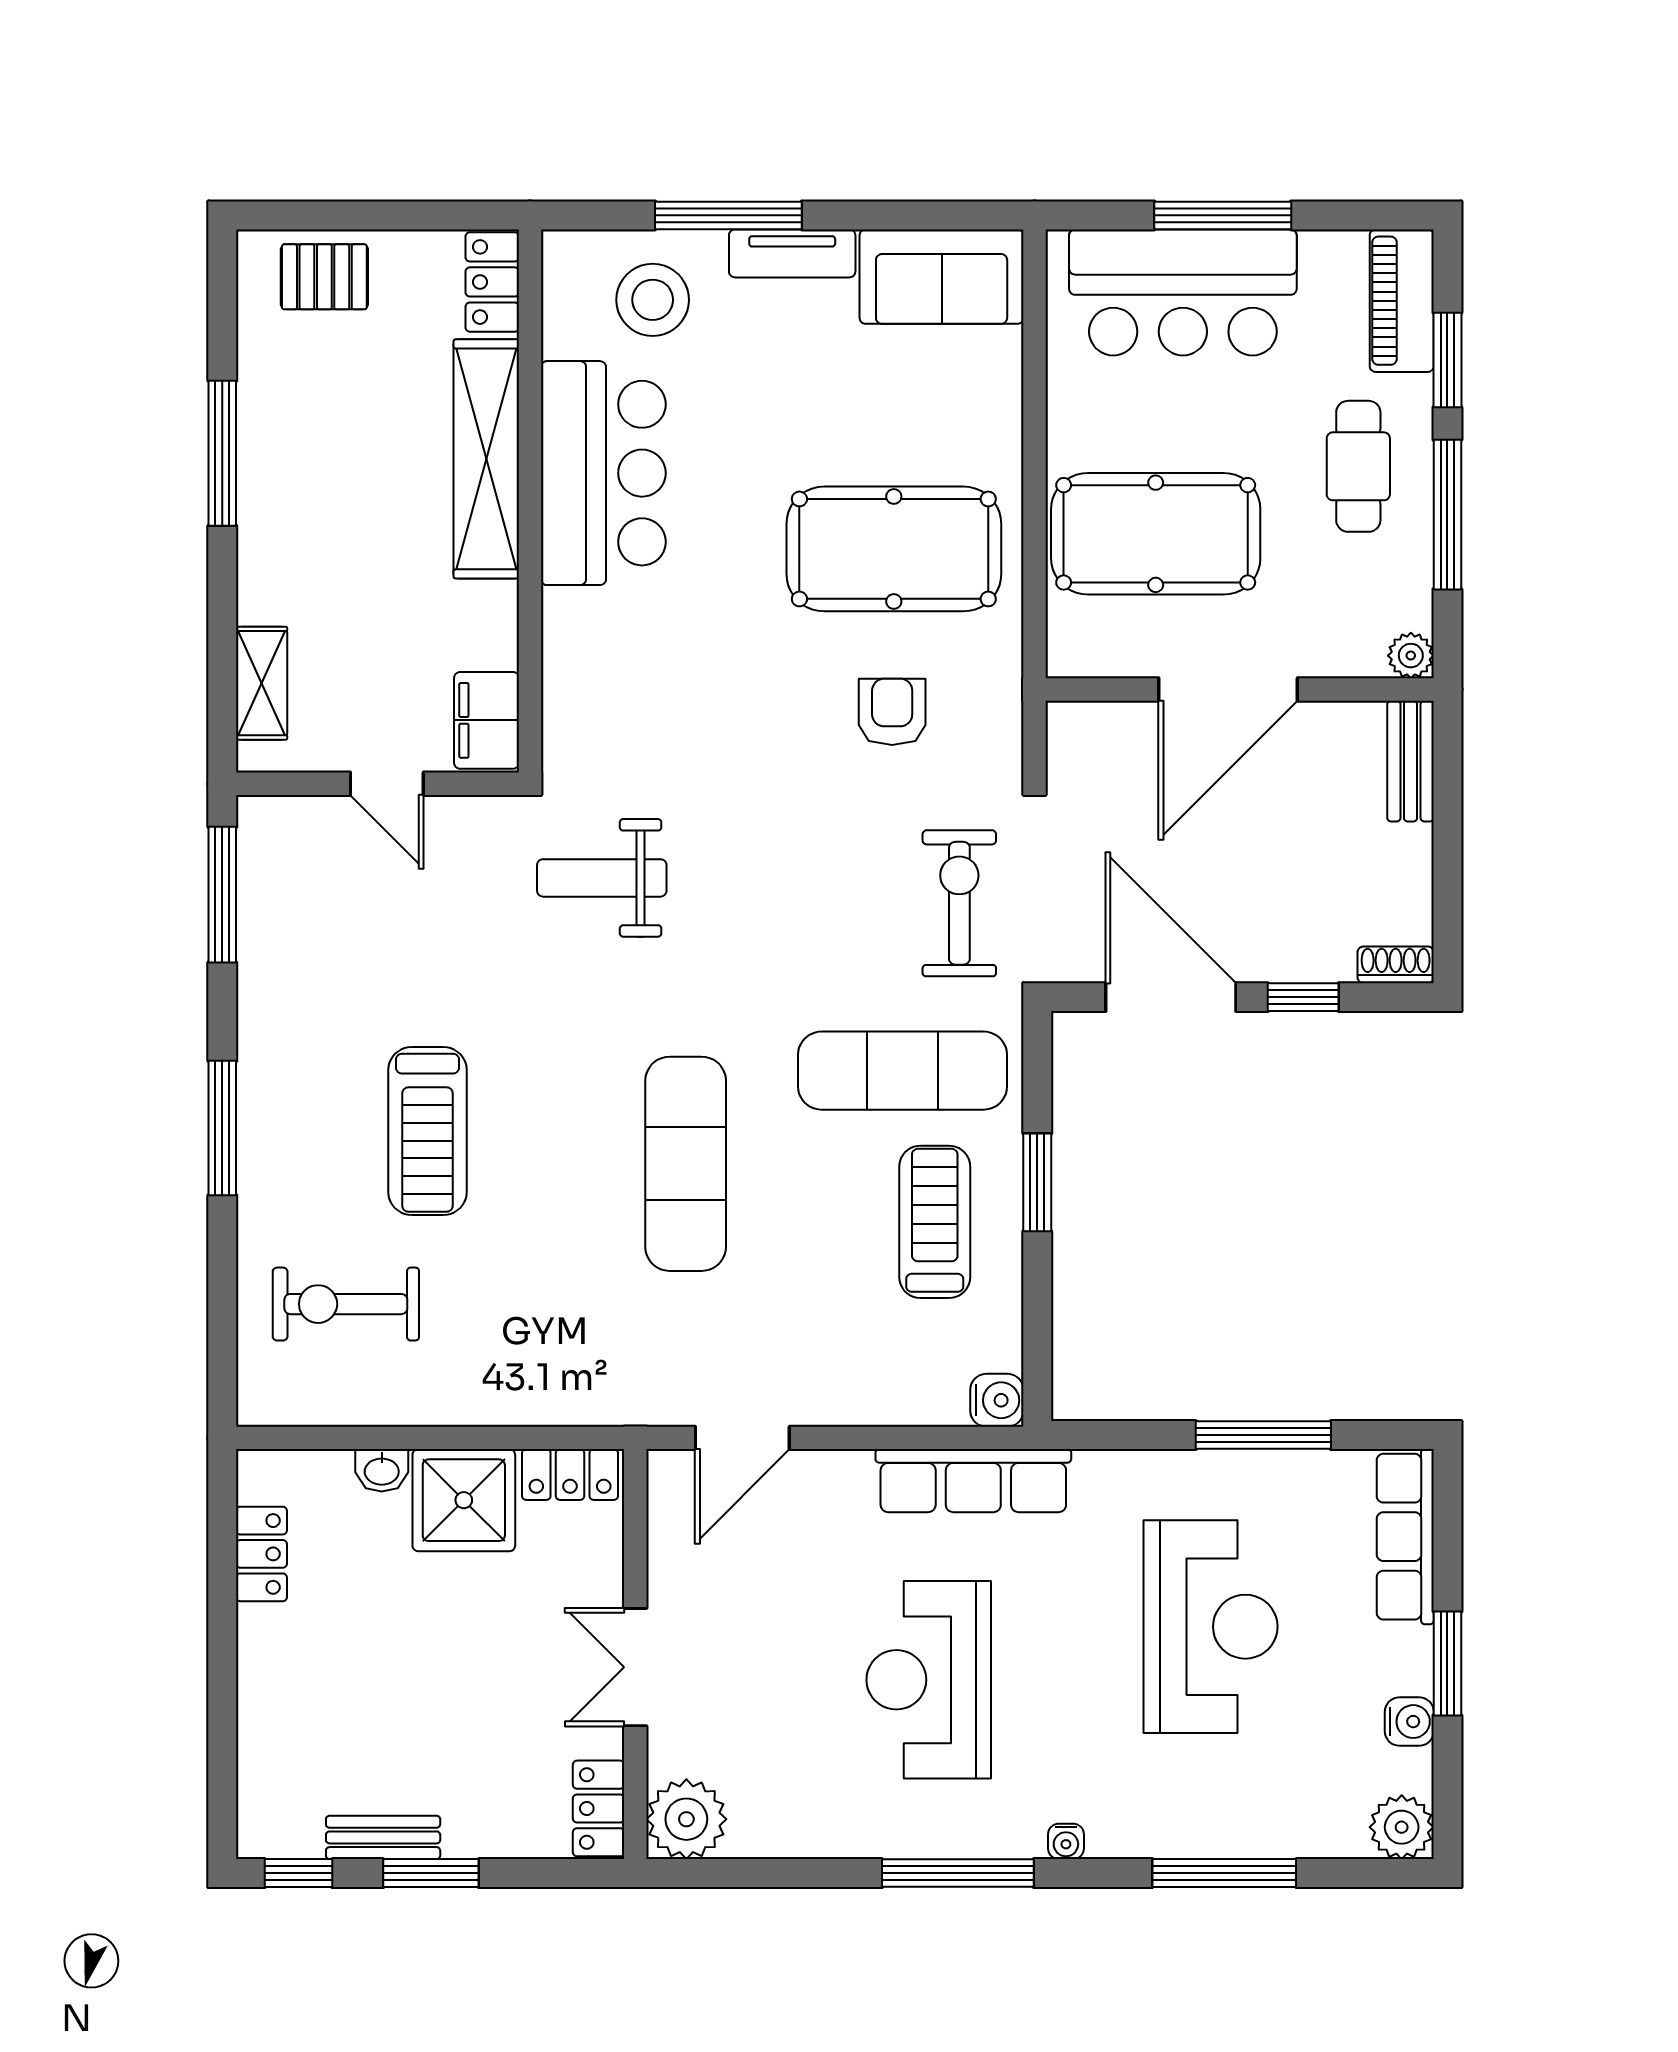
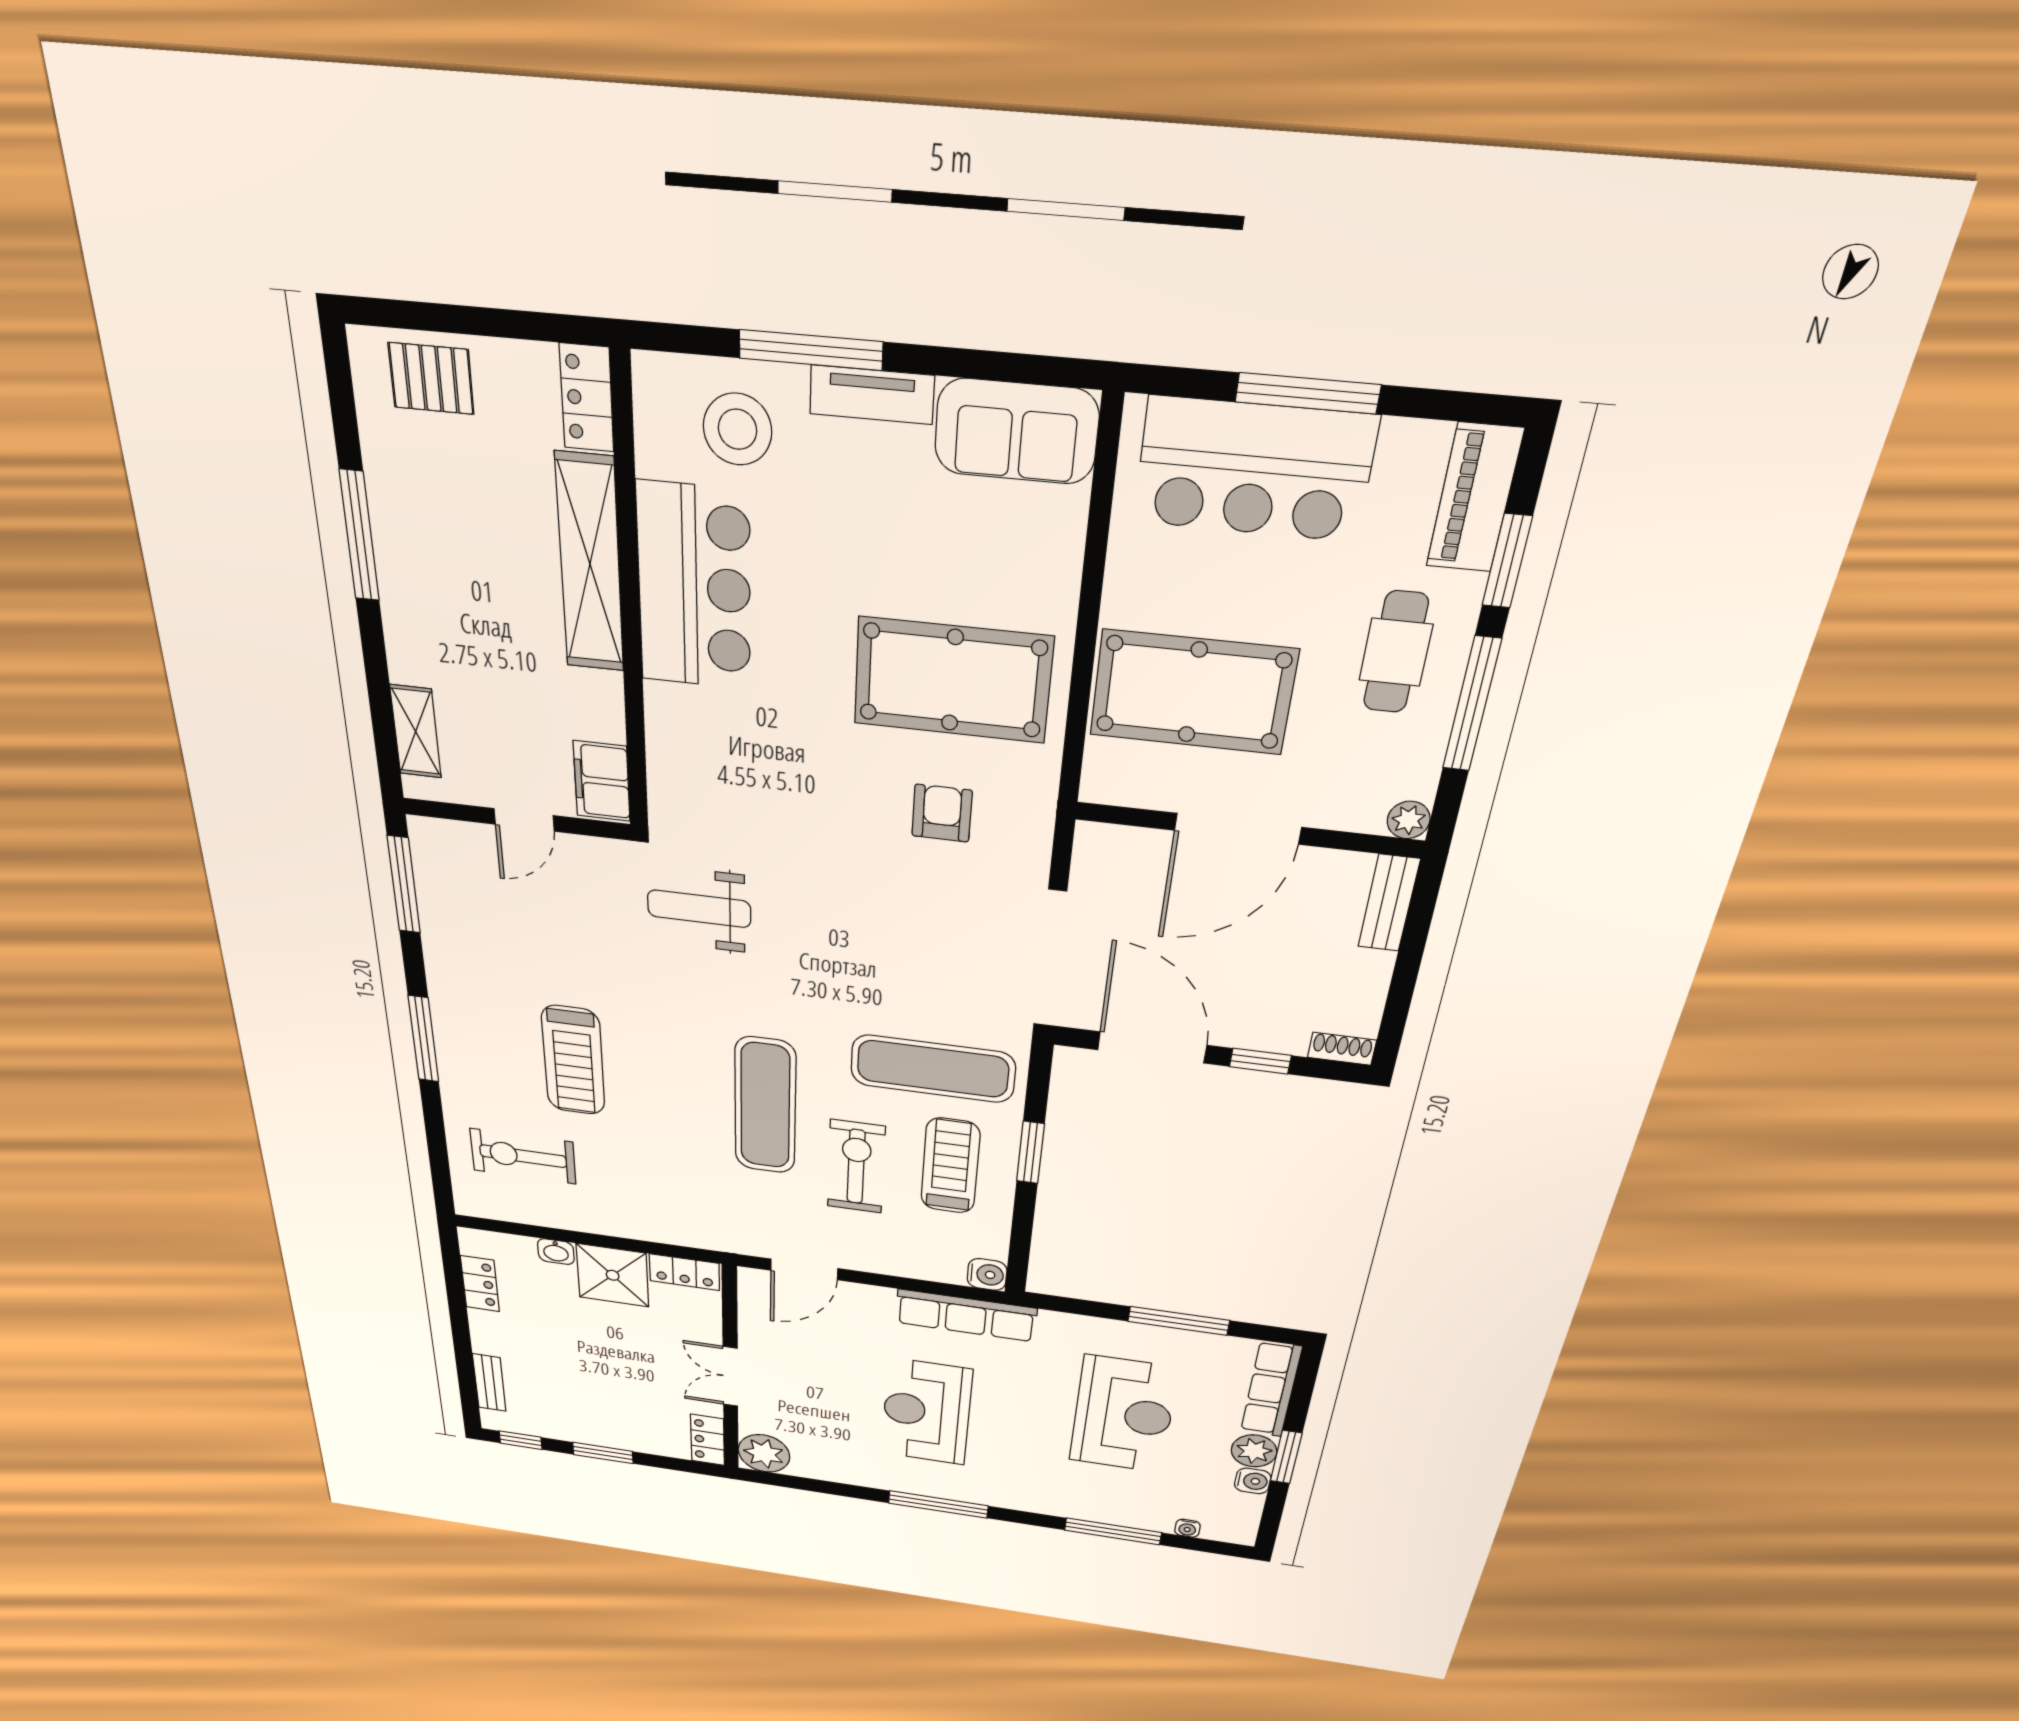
door: (387, 784) -> (524, 820), hinge flipped
exercise bike: (959, 903) -> (856, 1167), moved
plant: (1402, 1827) -> (1254, 1451), moved
bench: (383, 1837) -> (489, 1383), moved, turned 90
water cooler: (1066, 1841) -> (1187, 1528), moved

